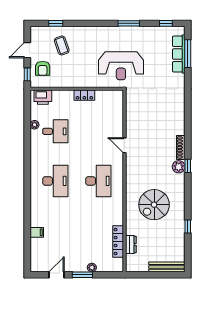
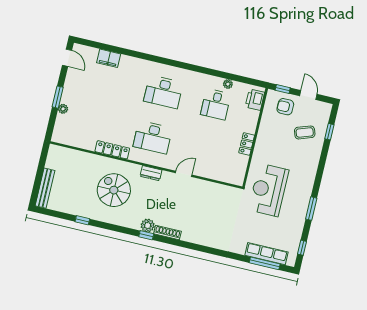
filing cabinet: (37, 232) -> (109, 58), width x2.00
locker: (118, 242) -> (112, 150), moved
dresser: (131, 244) -> (151, 173), moved
door: (56, 275) -> (67, 58), moved

